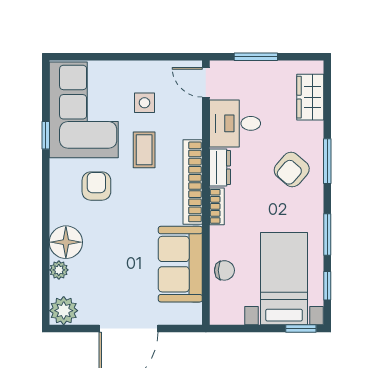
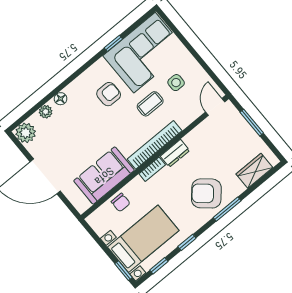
desk: (235, 123) -> (206, 141), removed
armchair: (292, 170) -> (206, 193), width x1.38, depth x1.38
window: (327, 235) -> (187, 242), width x0.67
floor lamp: (66, 242) -> (61, 99), width x0.53, depth x0.53

